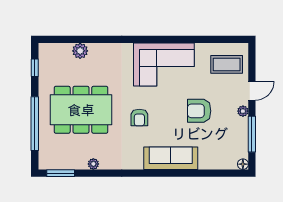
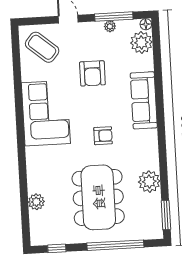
coffee table: (227, 64) -> (42, 47), turned -50
plant: (243, 111) -> (110, 26), moved
plant: (226, 159) -> (141, 42), added
plant: (93, 164) -> (149, 182), width x1.88, depth x1.88

